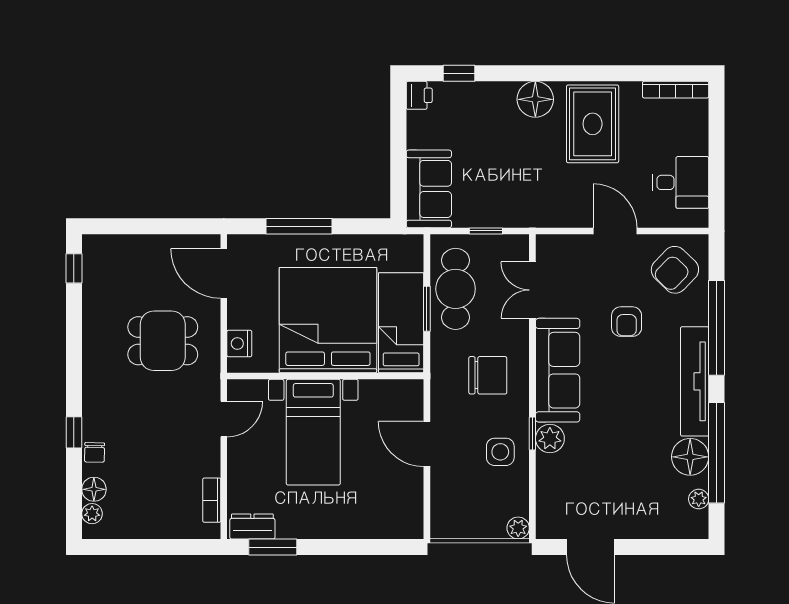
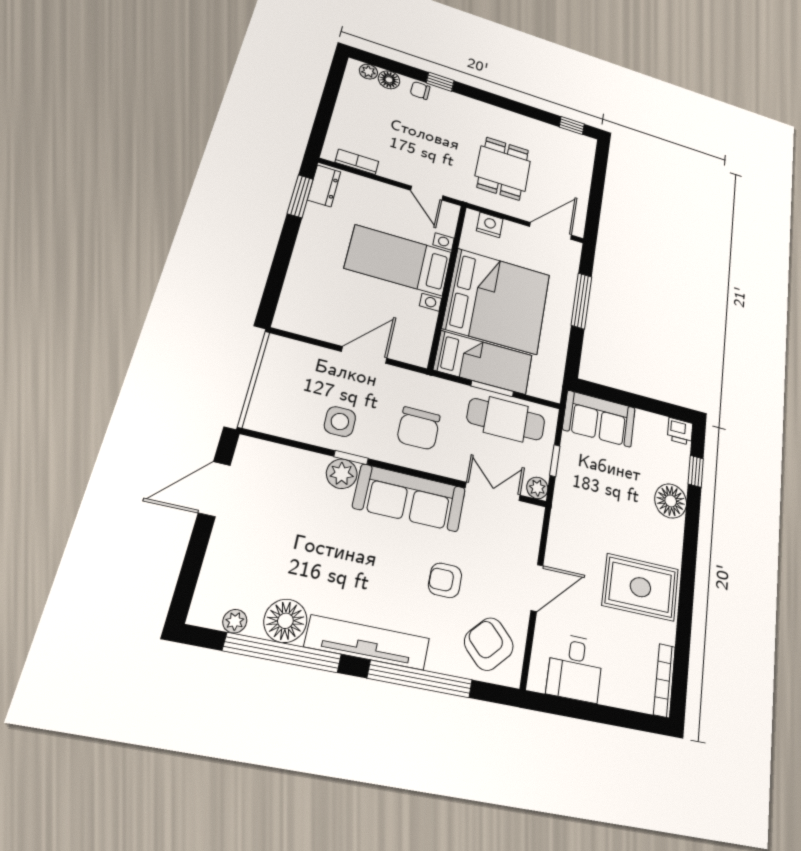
floor lamp: (535, 99) -> (671, 501), moved
plant: (518, 528) -> (537, 488), moved

